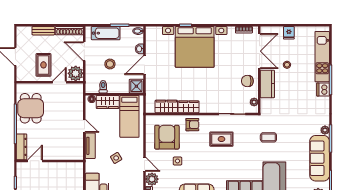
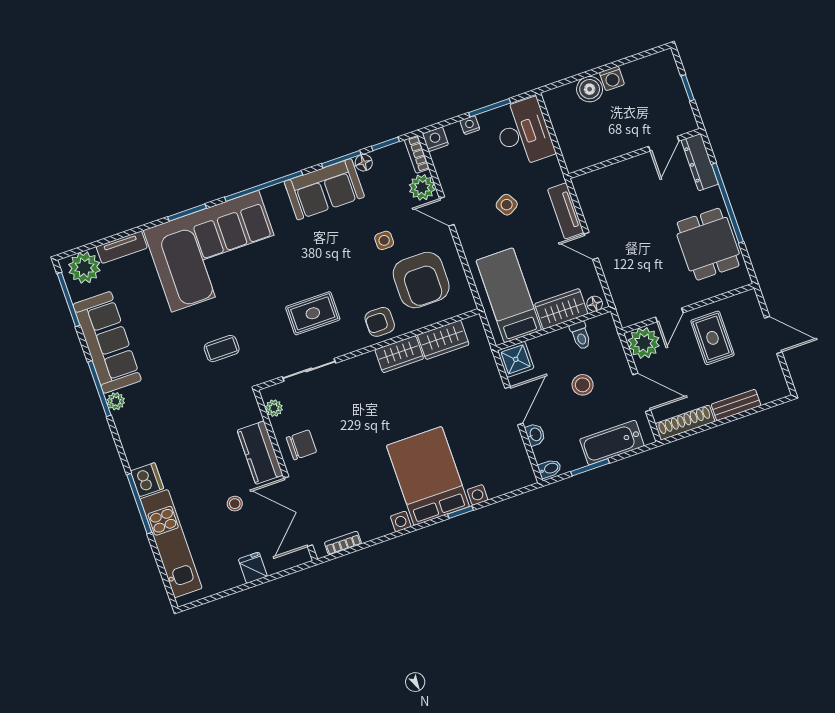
bed with nightstands: (195, 47) -> (428, 476), width x0.73

